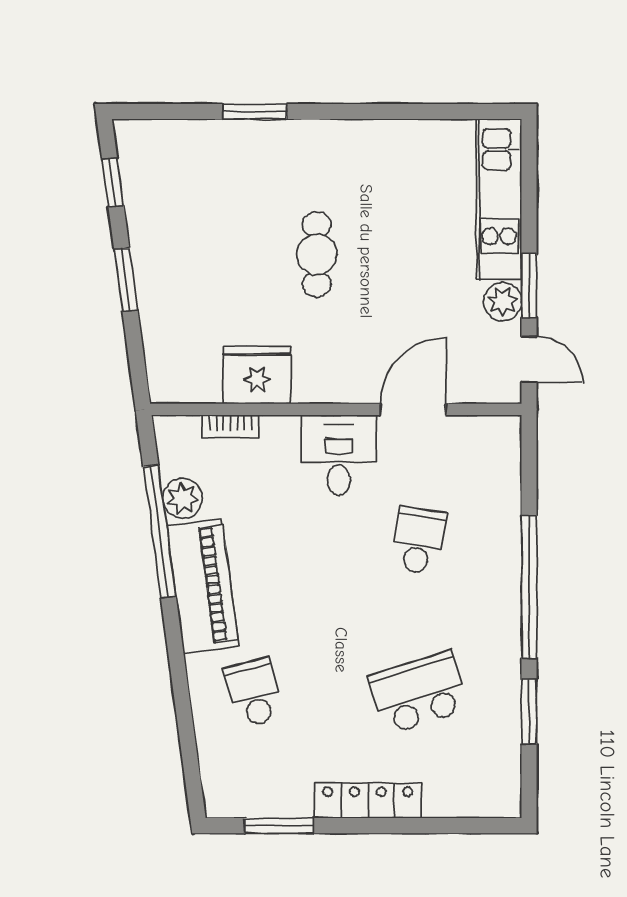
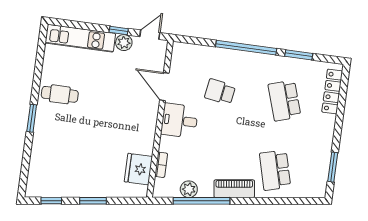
window: (255, 111) -> (32, 118), moved
cafe table: (317, 254) -> (60, 94), moved
window: (529, 286) -> (119, 30), width x0.67
fridge: (257, 375) -> (138, 169), moved
piano: (203, 586) -> (234, 189), width x0.73, depth x0.75
school desk: (254, 693) -> (275, 170), width x1.85
locker: (368, 801) -> (332, 92), moved

